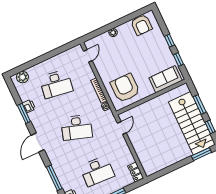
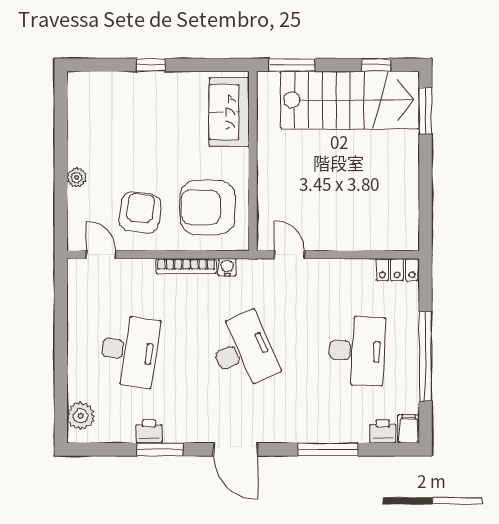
armchair: (141, 25) -> (140, 213), moved, turned -82
window: (178, 60) -> (200, 65), removed
window: (200, 105) -> (292, 65), moved
desk: (77, 128) -> (243, 351), turned -42

